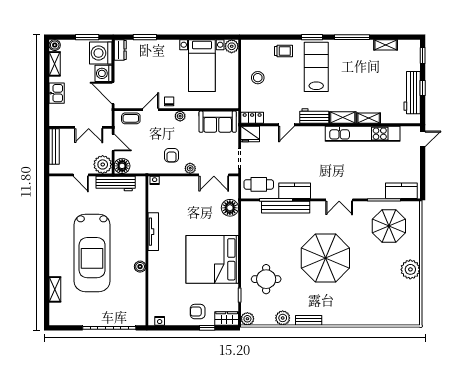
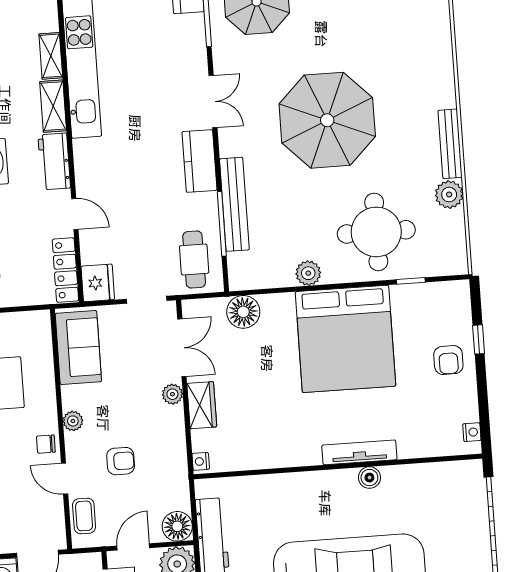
locker: (252, 118) -> (65, 270), width x1.53
armchair: (172, 155) -> (121, 461), moved
kitchen counter: (295, 191) -> (199, 161), moved
tv unit: (153, 232) -> (359, 452), moved
round table: (266, 279) -> (376, 232), width x1.36, depth x1.36
wardrobe: (227, 318) -> (202, 405), moved, turned 180
plant: (247, 319) -> (308, 273), moved
bench: (309, 320) -> (450, 144), width x1.36

